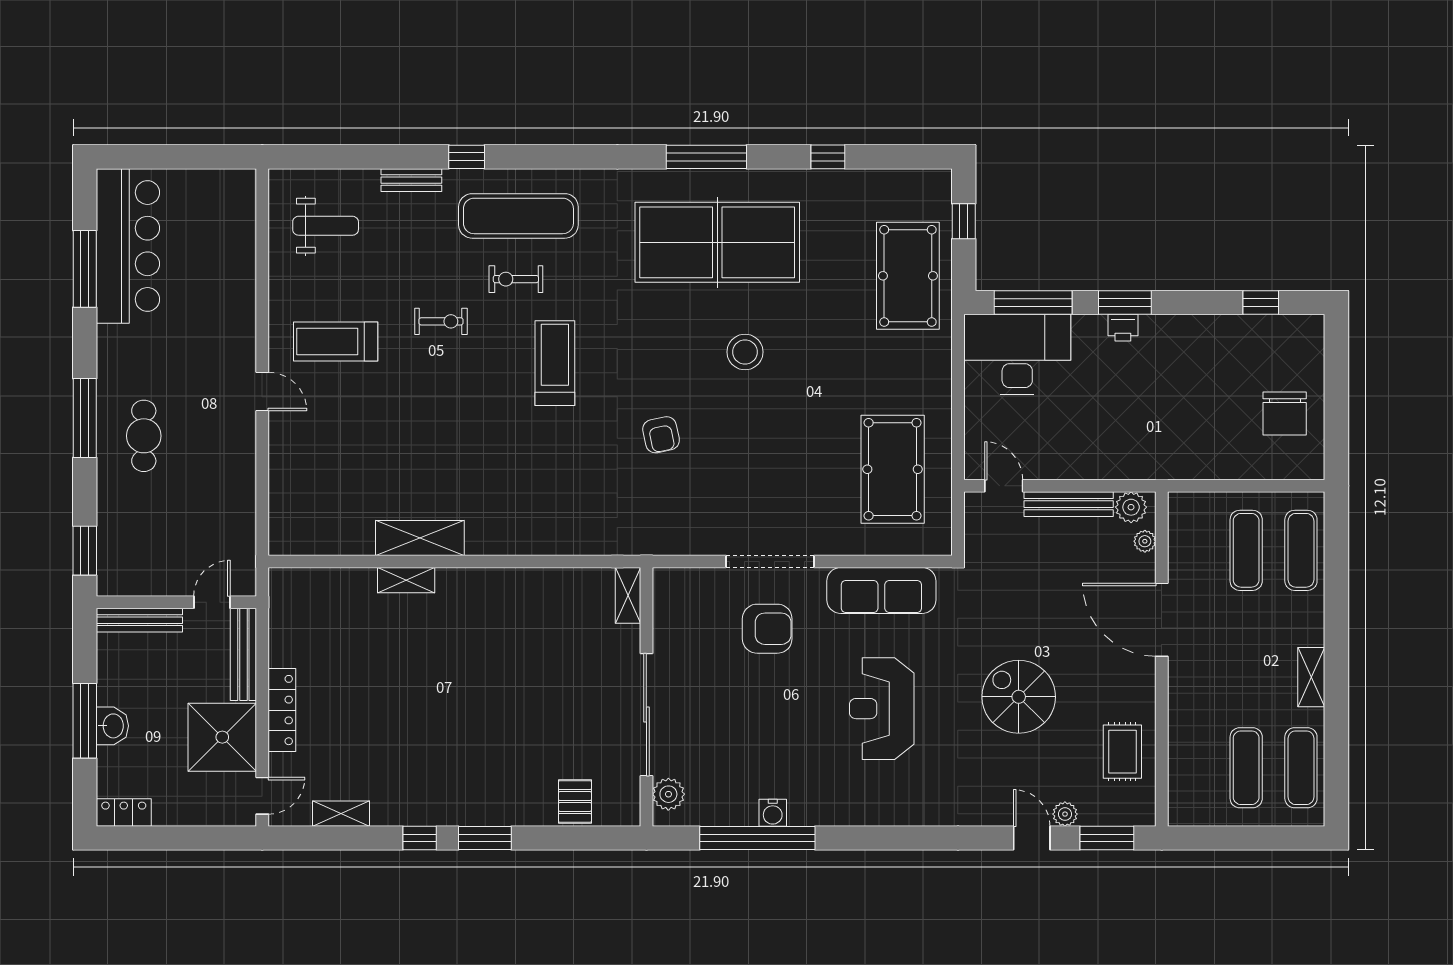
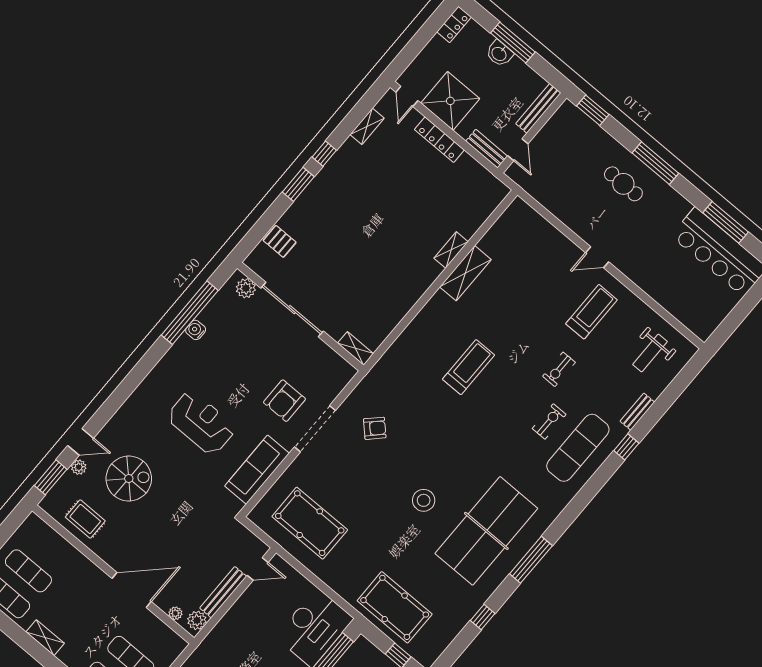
treadmill: (555, 363) -> (469, 367), moved, turned -90
armchair: (661, 435) -> (375, 428), moved, turned 147
bench: (243, 654) -> (487, 149), width x0.73
spiral stairs: (1019, 697) -> (129, 479), moved

